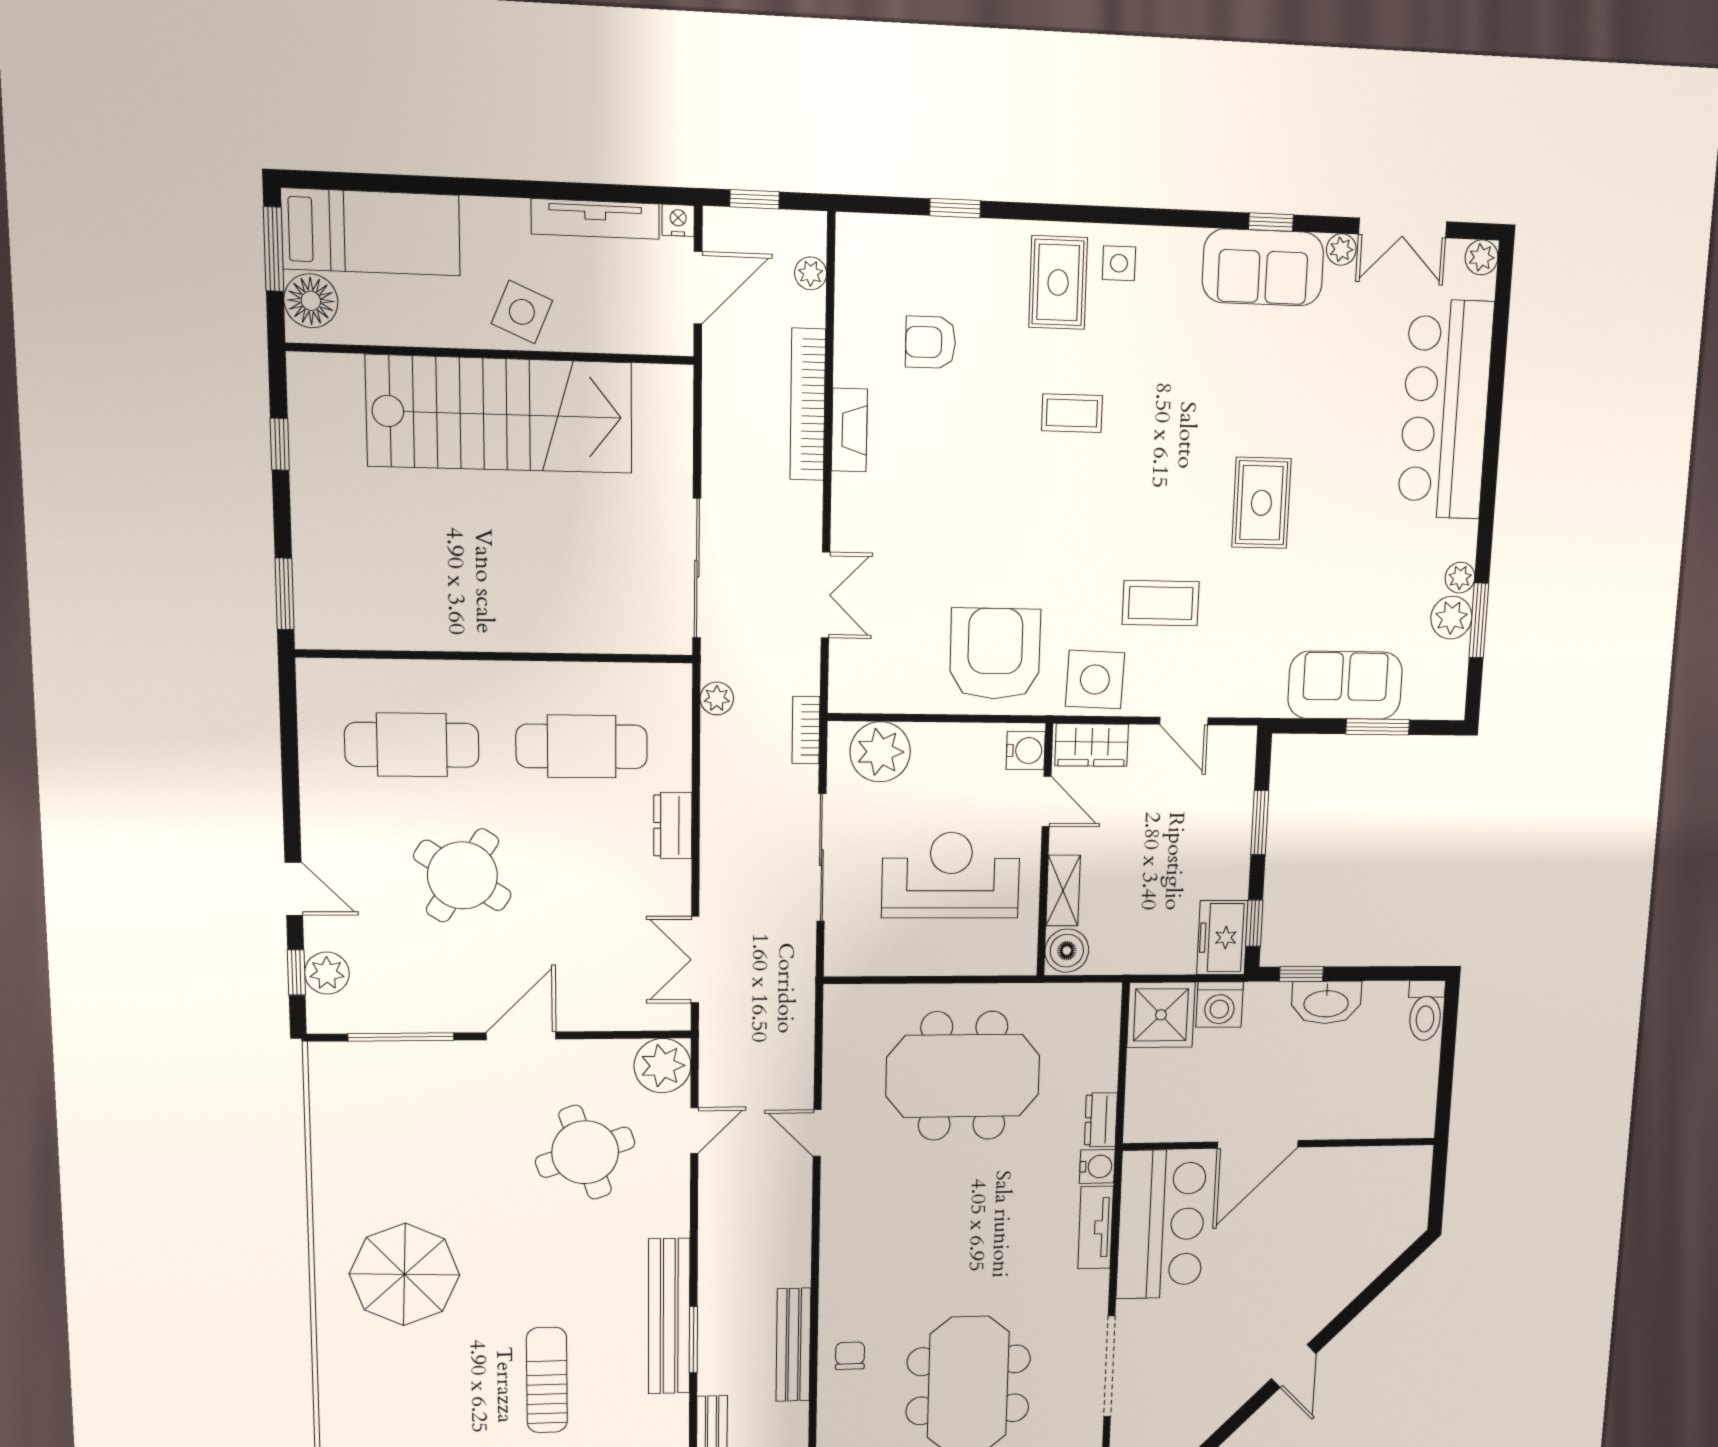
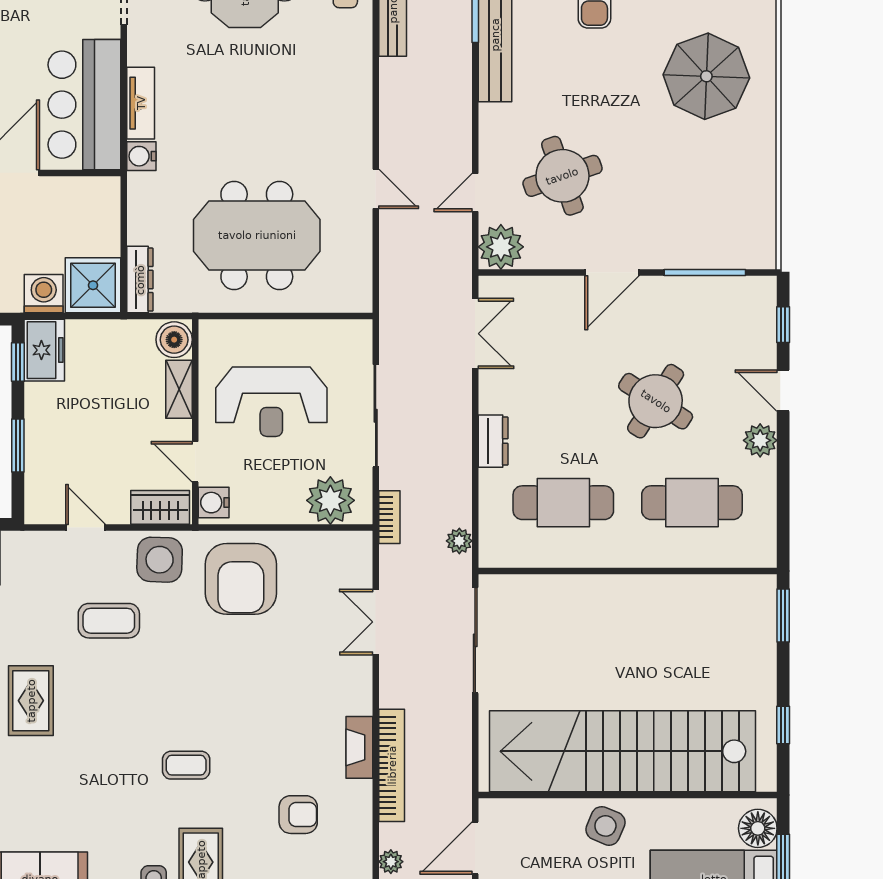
stairs: (500, 414) -> (622, 751), width x1.36
plant: (327, 973) -> (760, 440), moved
dresser: (1101, 1120) -> (140, 280), moved, width x1.44

